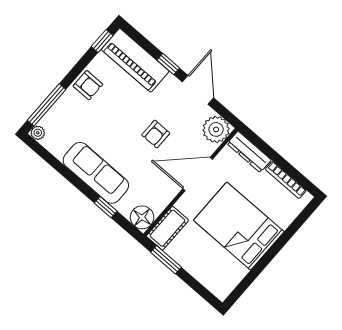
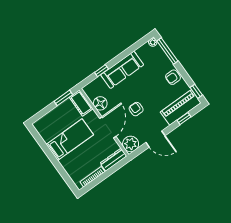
window: (168, 64) -> (184, 119), moved
floor lamp: (142, 217) -> (100, 103), moved
bed: (239, 226) -> (70, 140), width x0.67

